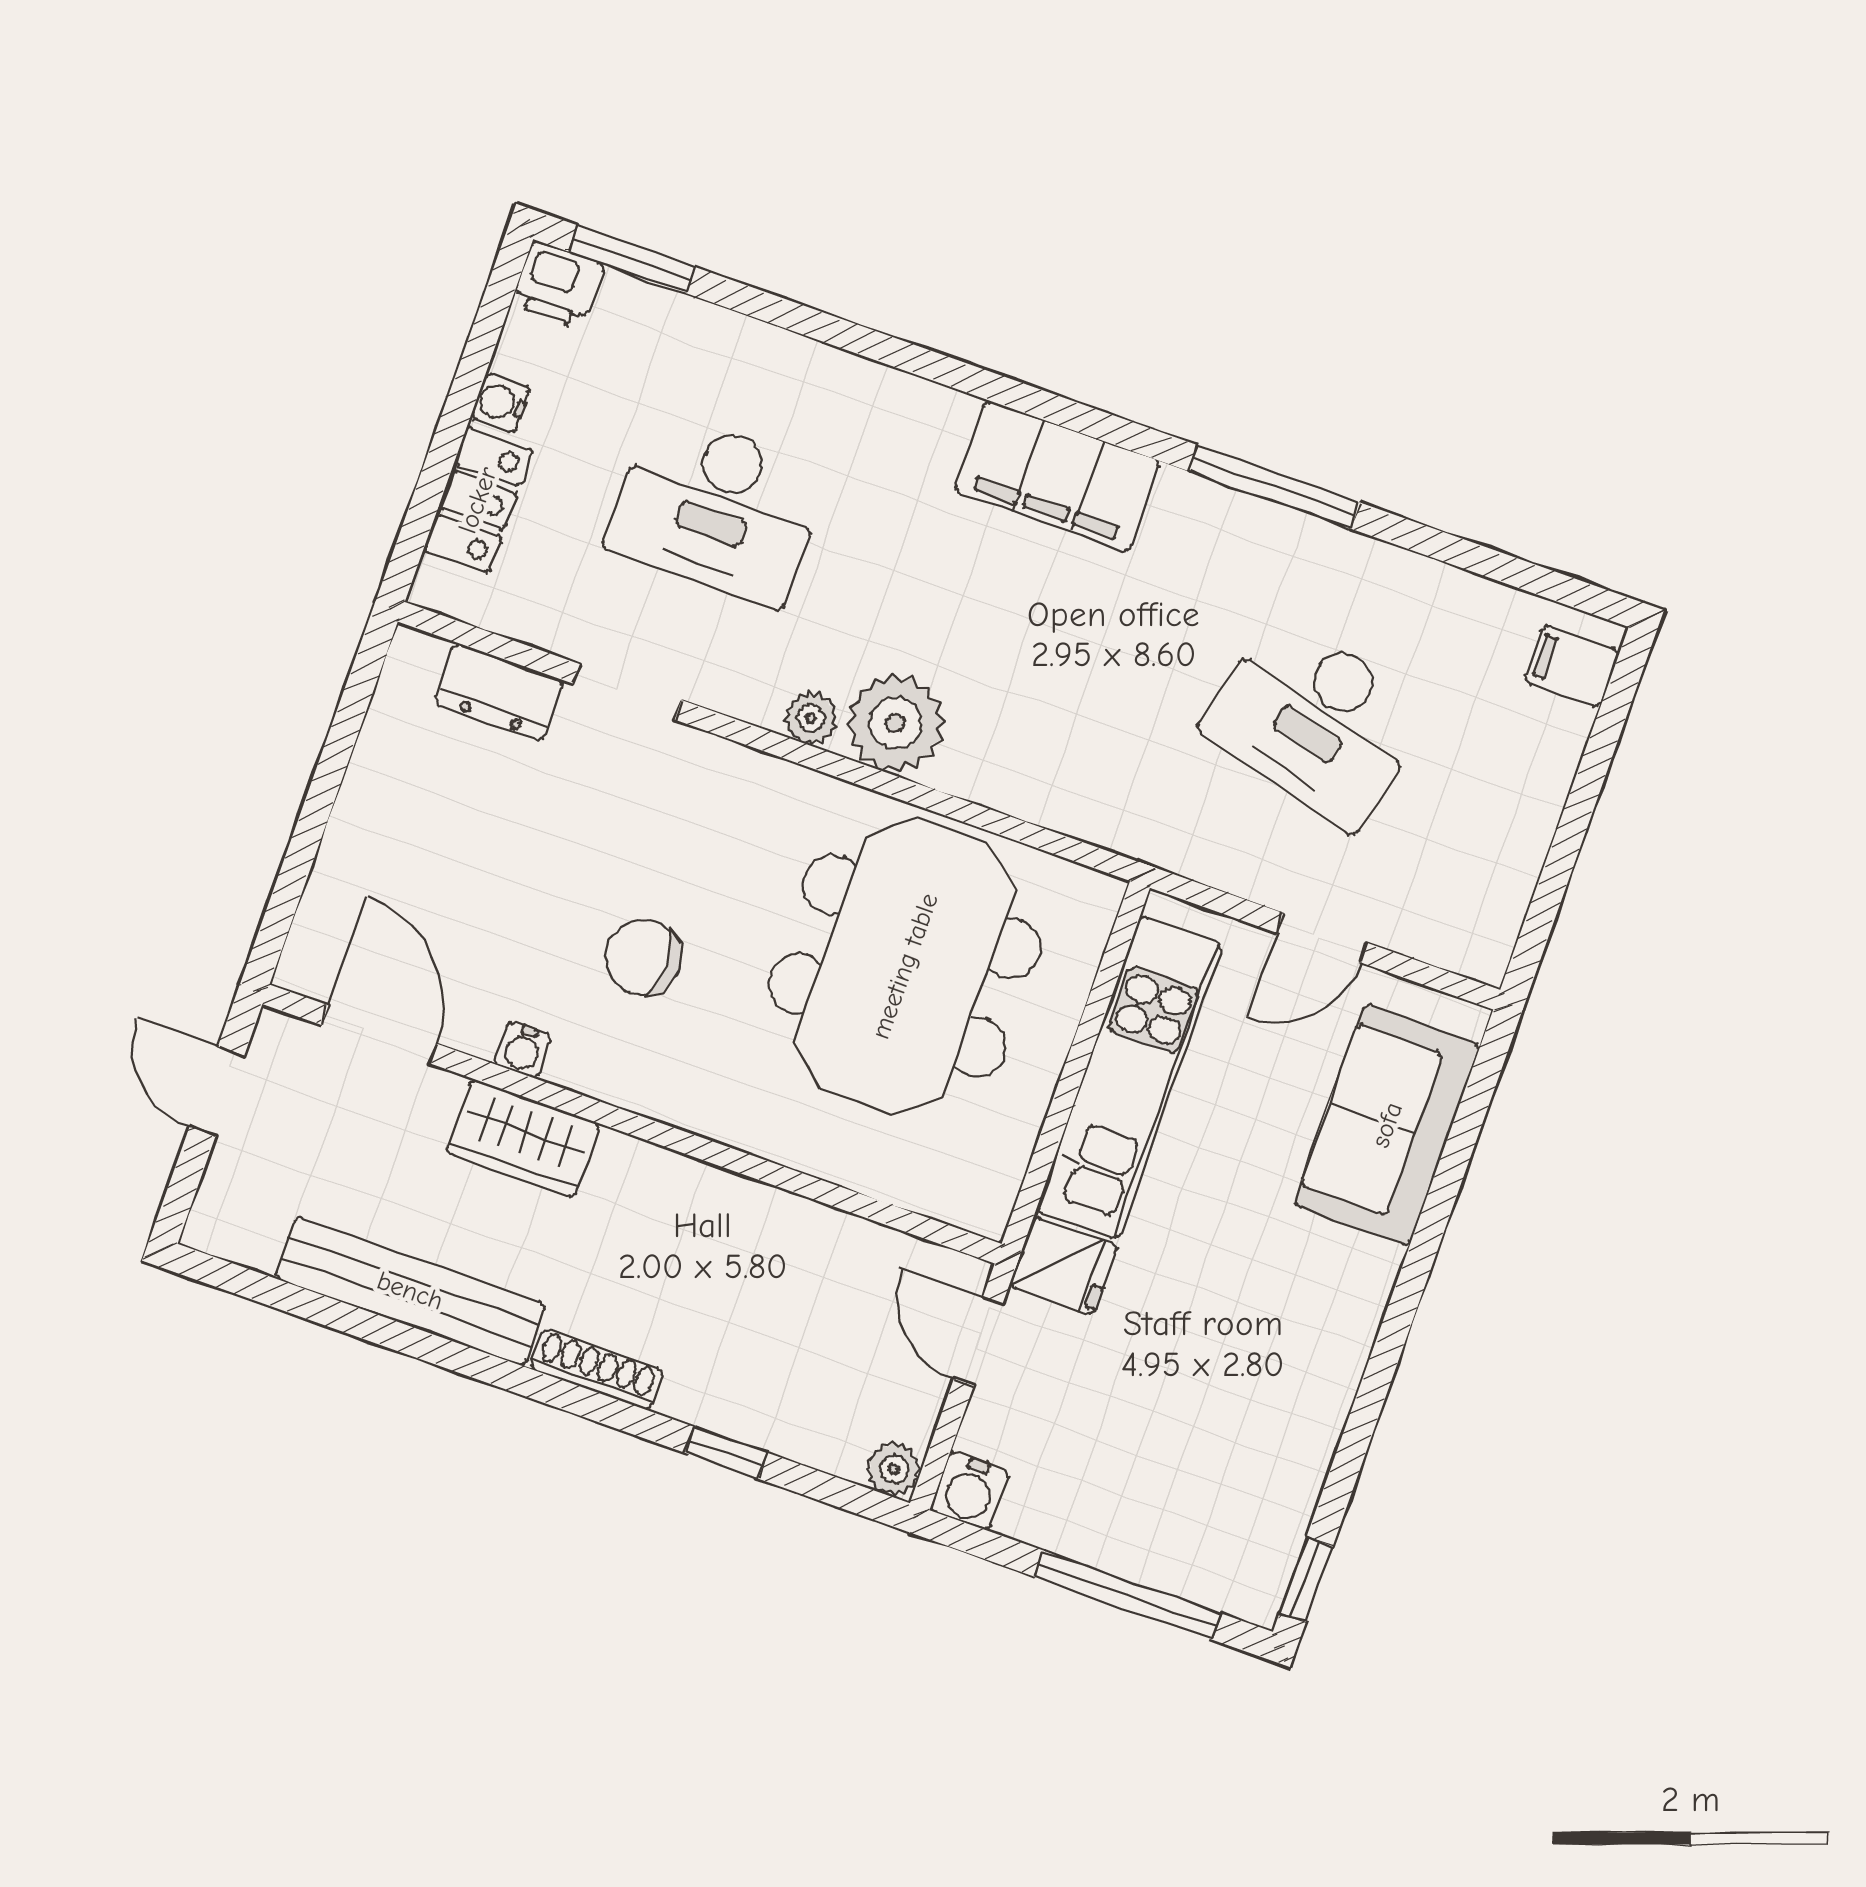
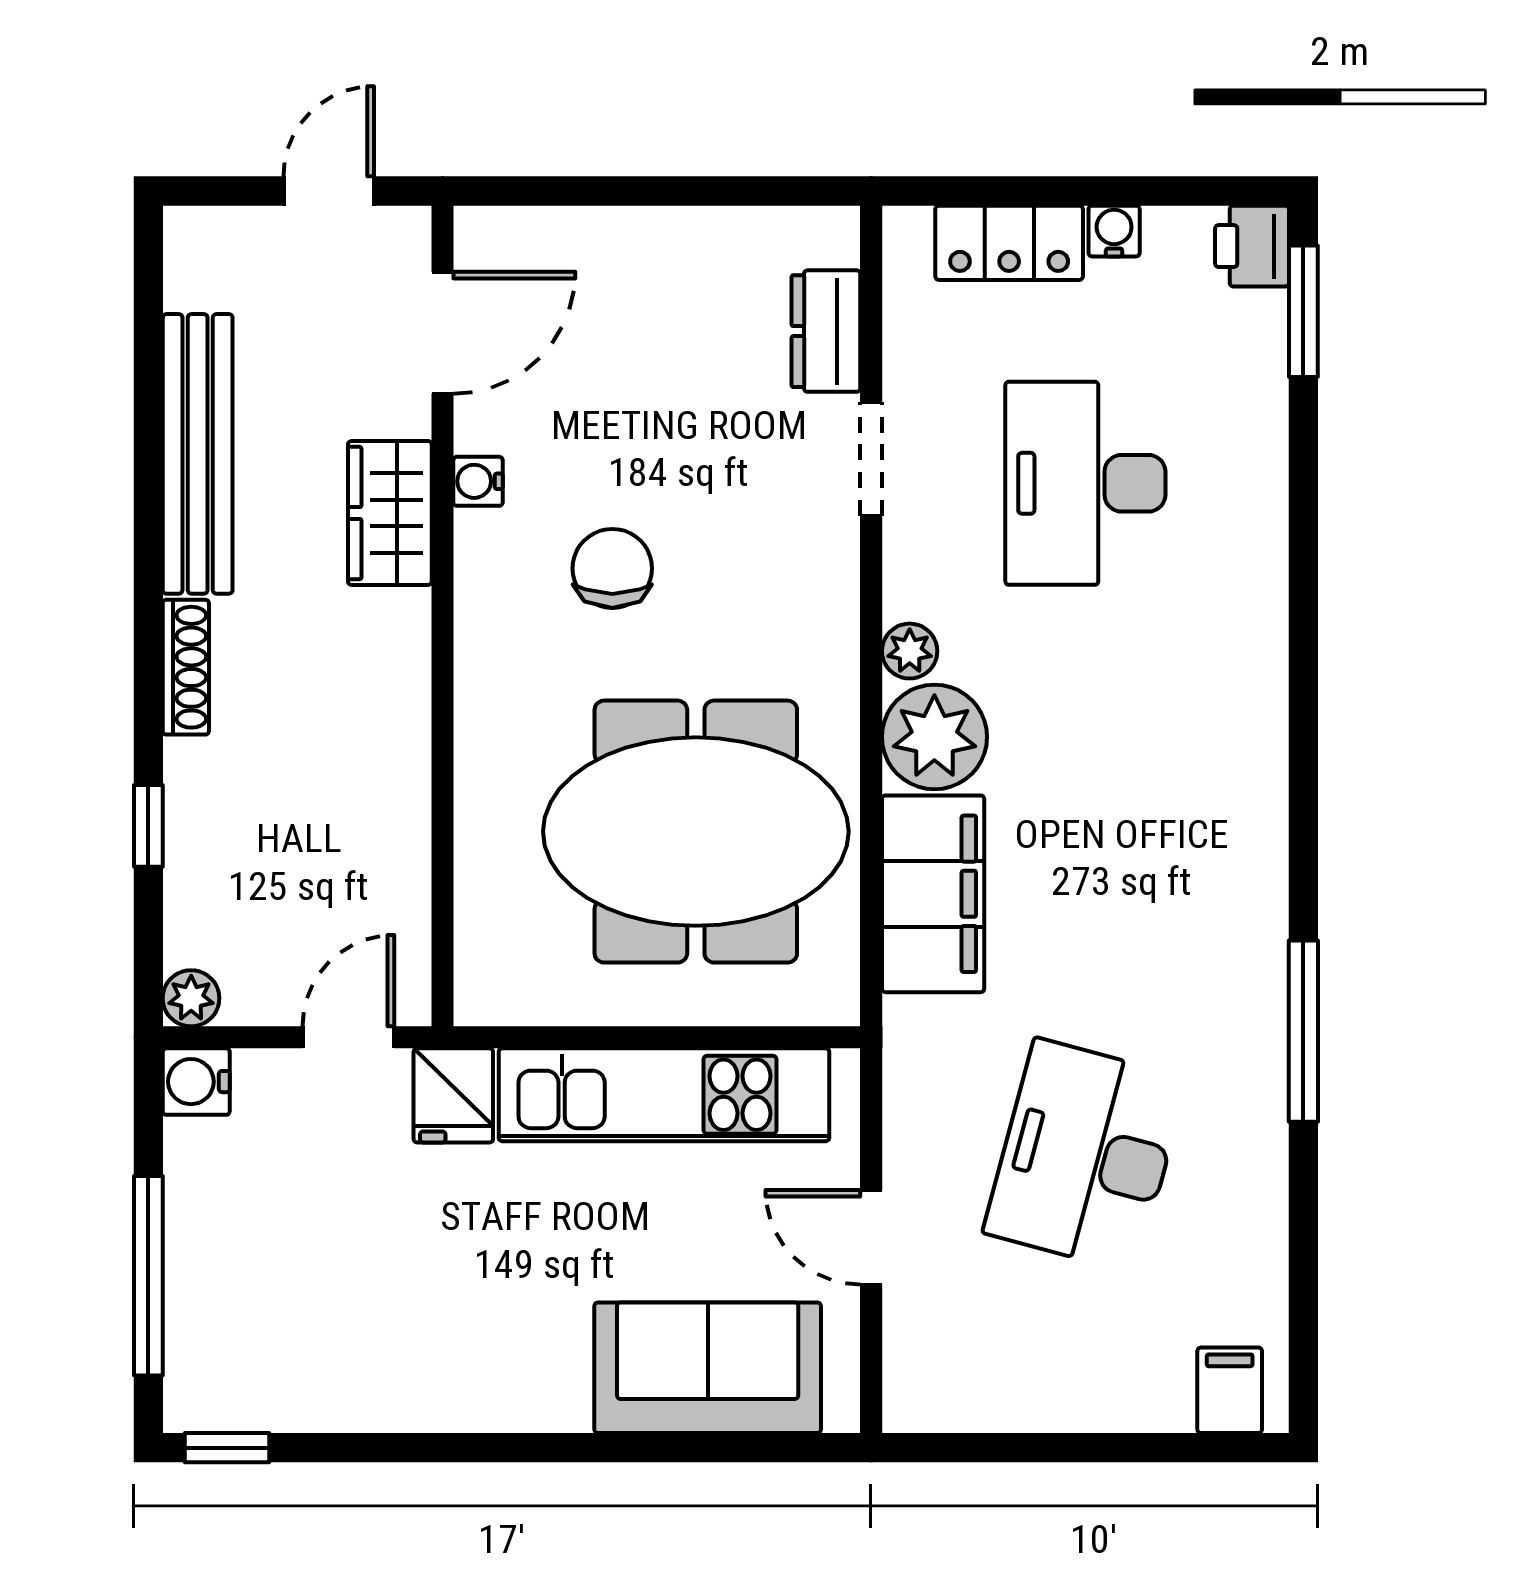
filing cabinet: (1058, 476) -> (933, 894), moved, turned 180

